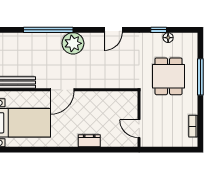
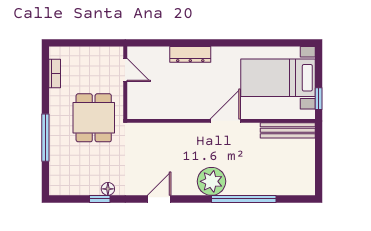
floor lamp: (168, 38) -> (108, 189), moved
dining table: (169, 76) -> (94, 118), moved
dresser: (89, 141) -> (190, 54), width x1.44

